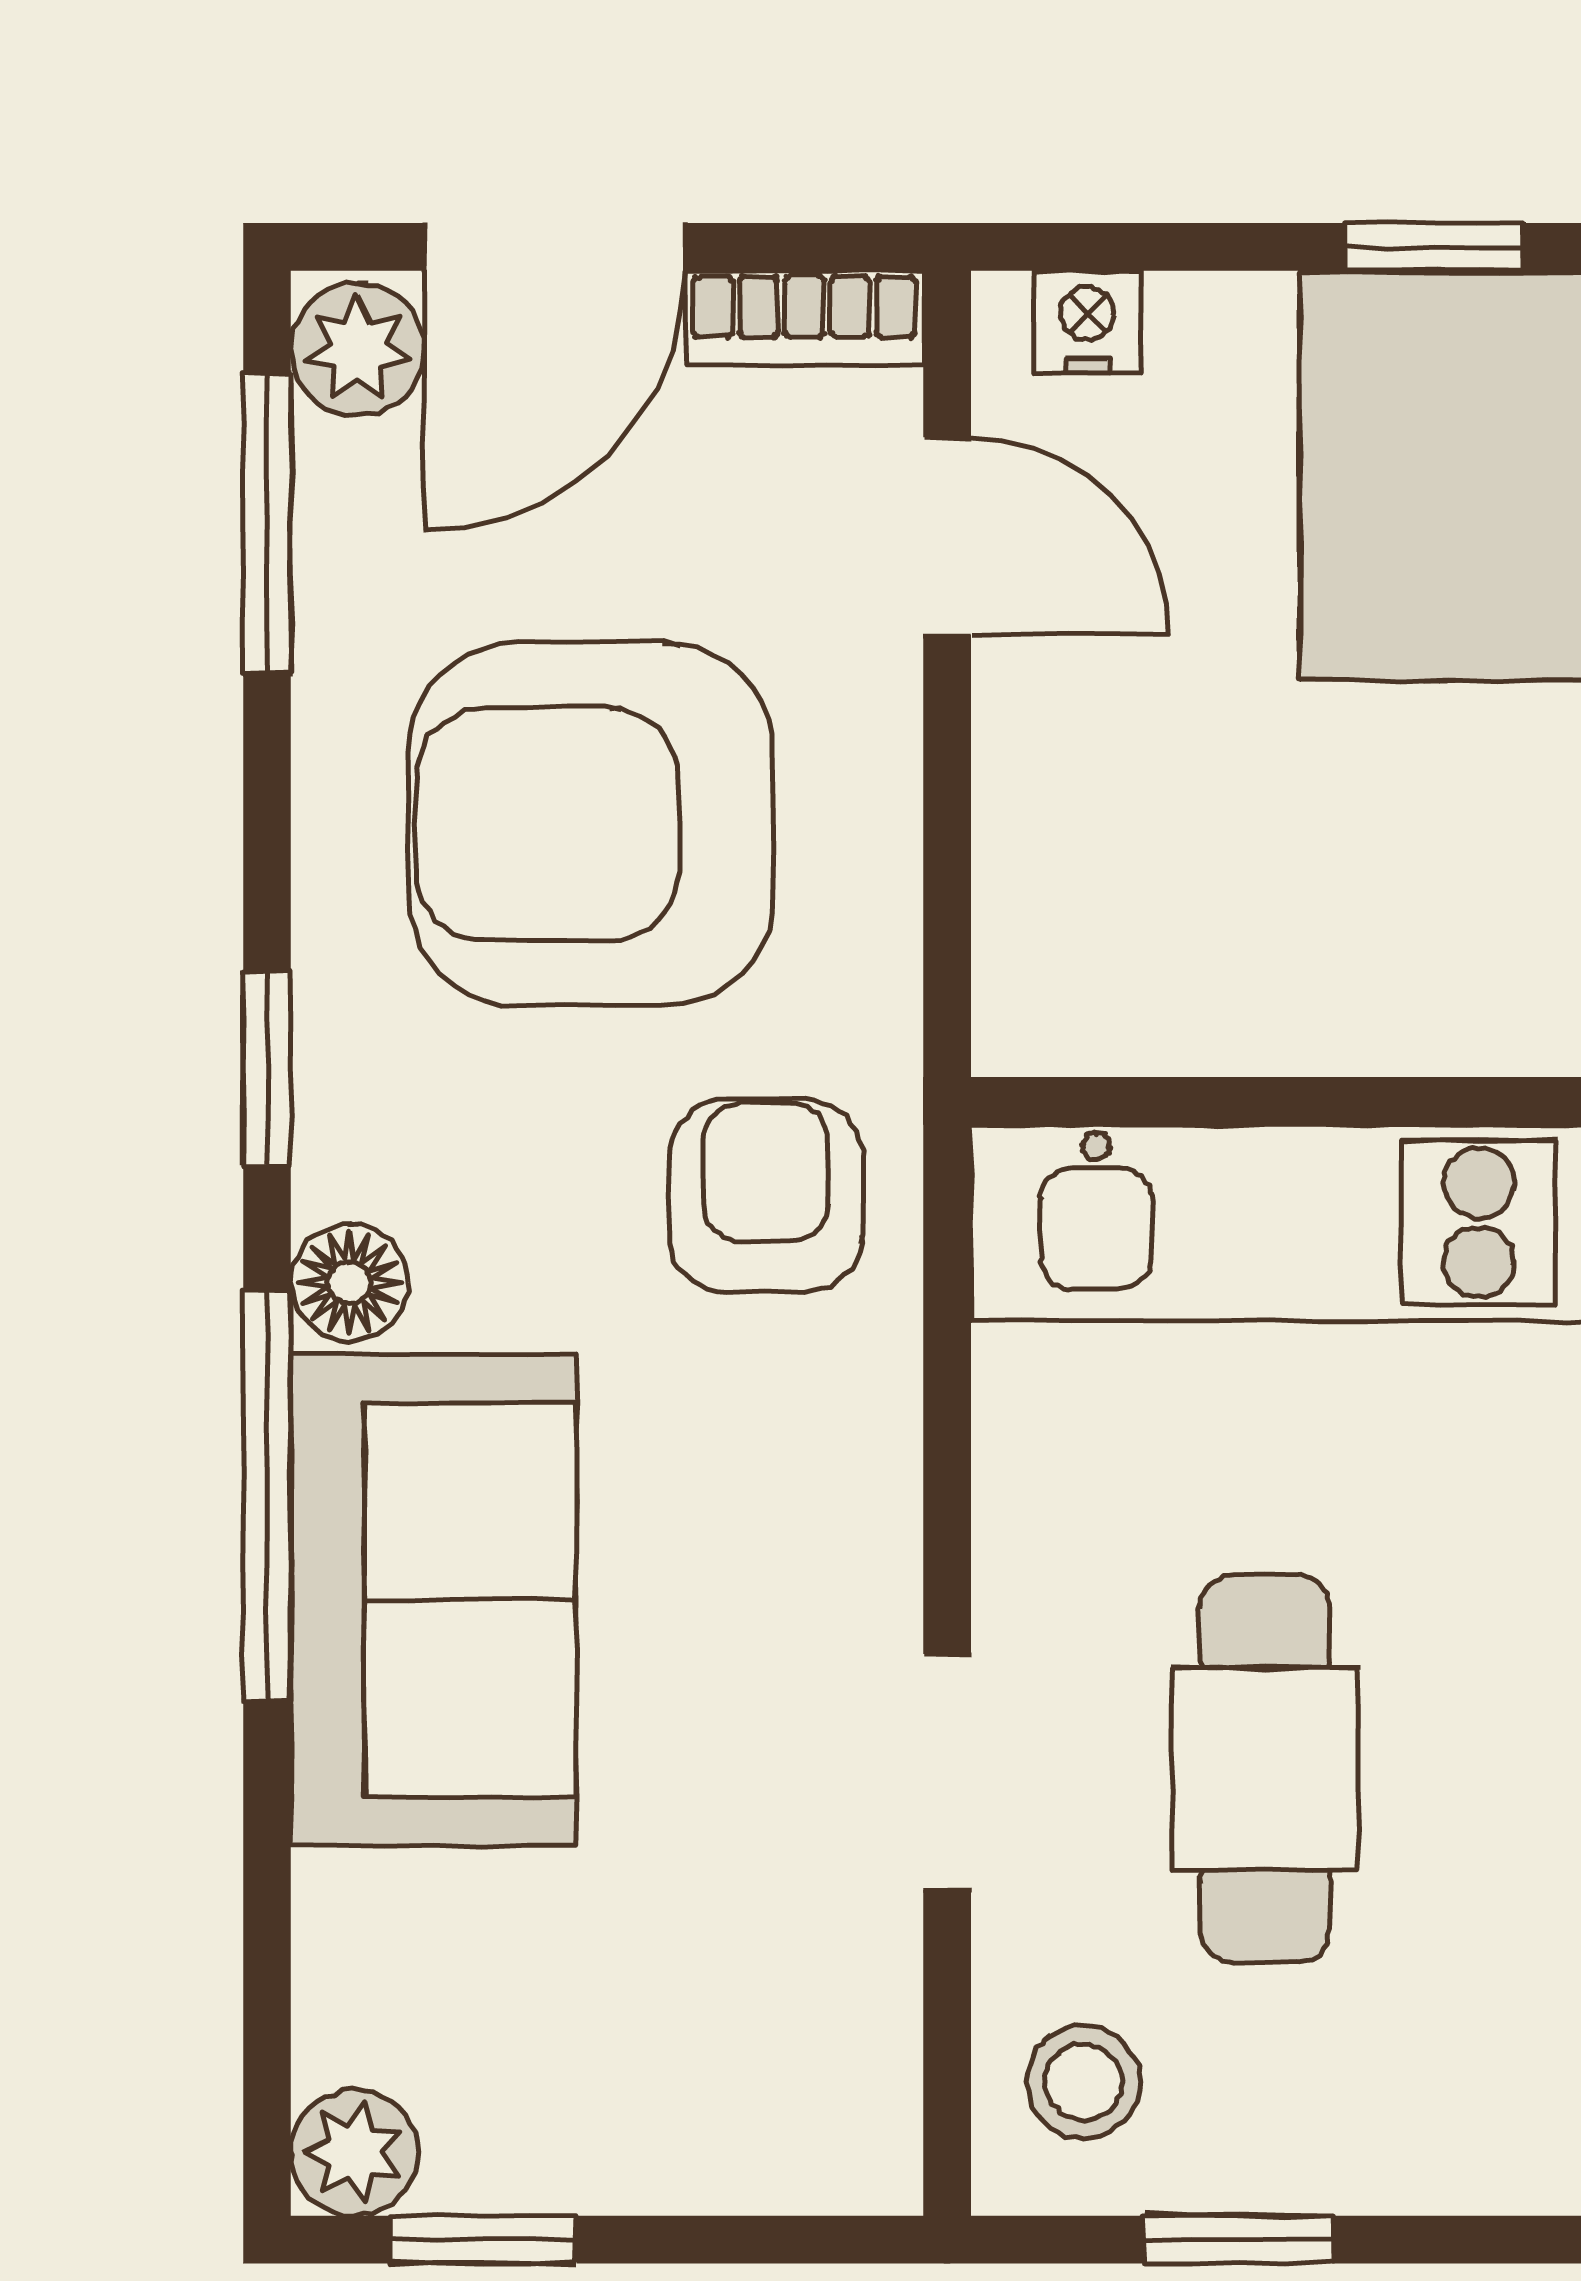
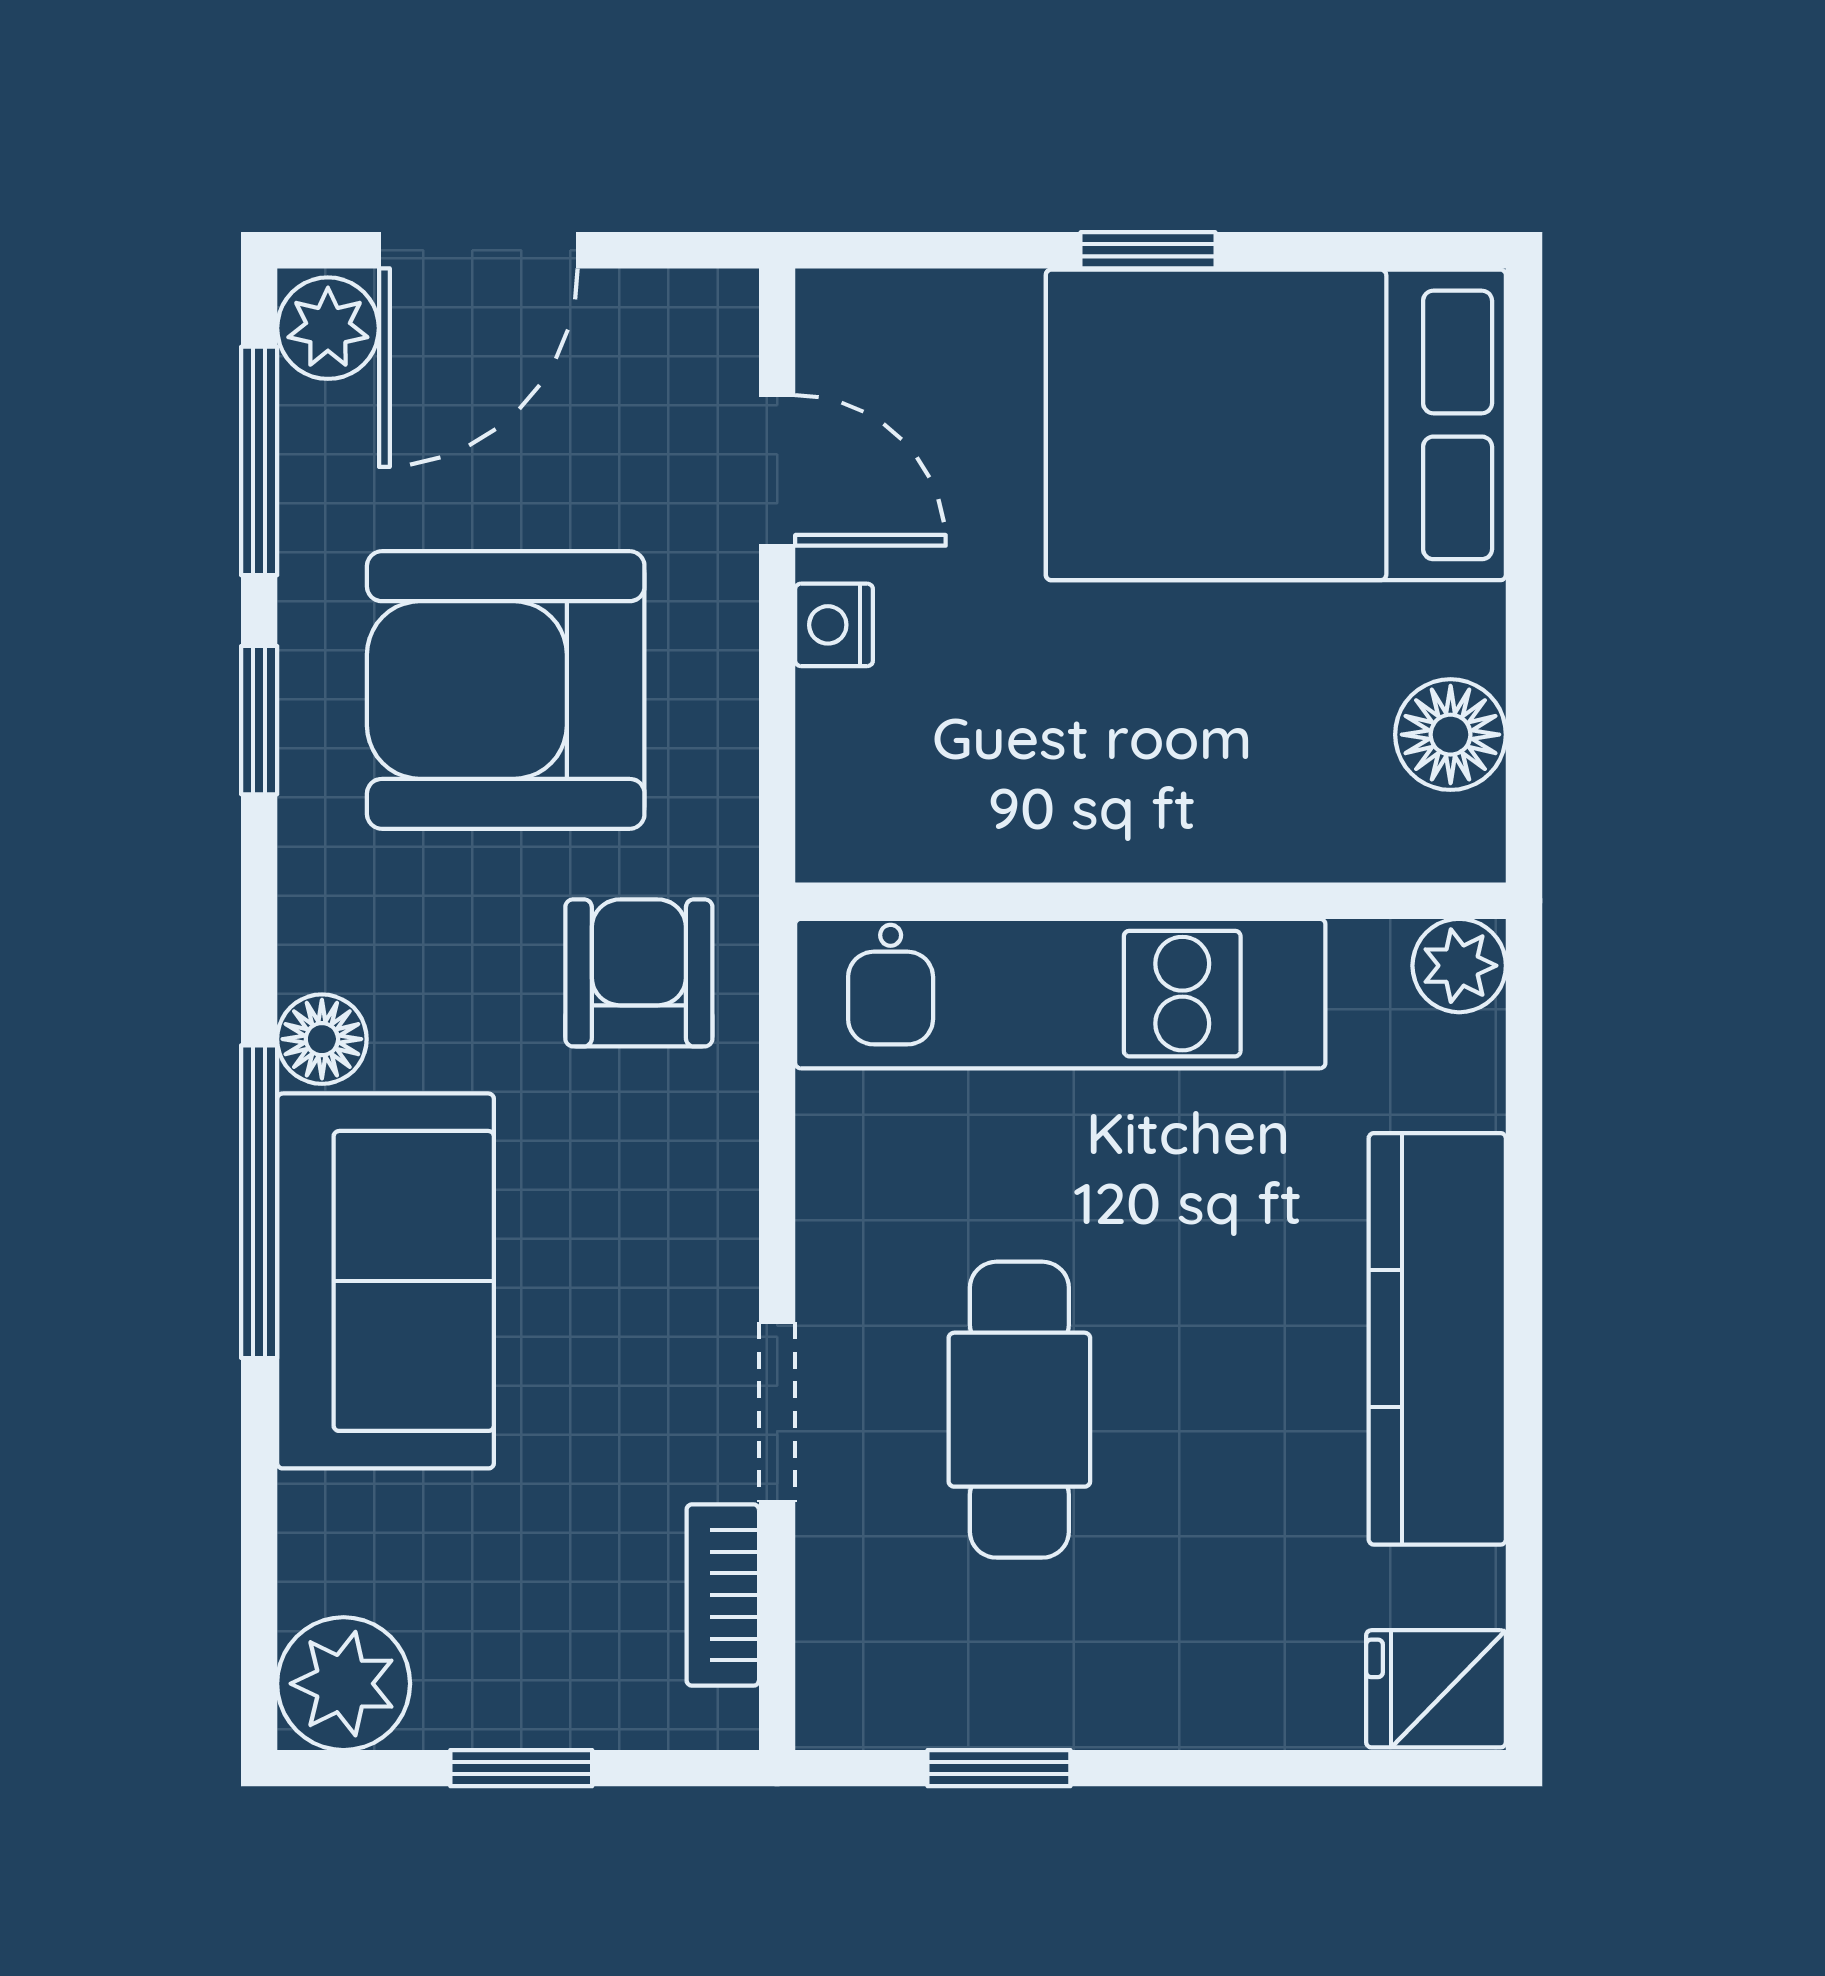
bookcase: (804, 318) -> (723, 1595), moved, turned 90
nightstand: (1087, 322) -> (834, 625), moved, turned -90
window: (267, 1068) -> (259, 720), moved
stool: (1083, 2082) -> (881, 1648), removed
plant: (354, 2152) -> (344, 1684), width x1.38, depth x1.38
window: (483, 2240) -> (521, 1768), moved

